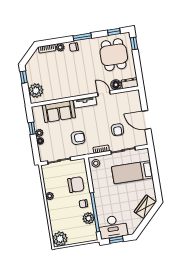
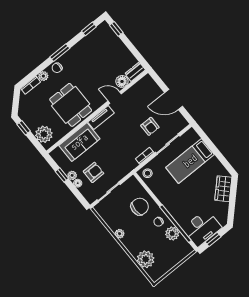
dining table: (114, 55) -> (71, 105), moved
armchair: (78, 138) -> (94, 172), moved
plant: (60, 239) -> (146, 259), moved

